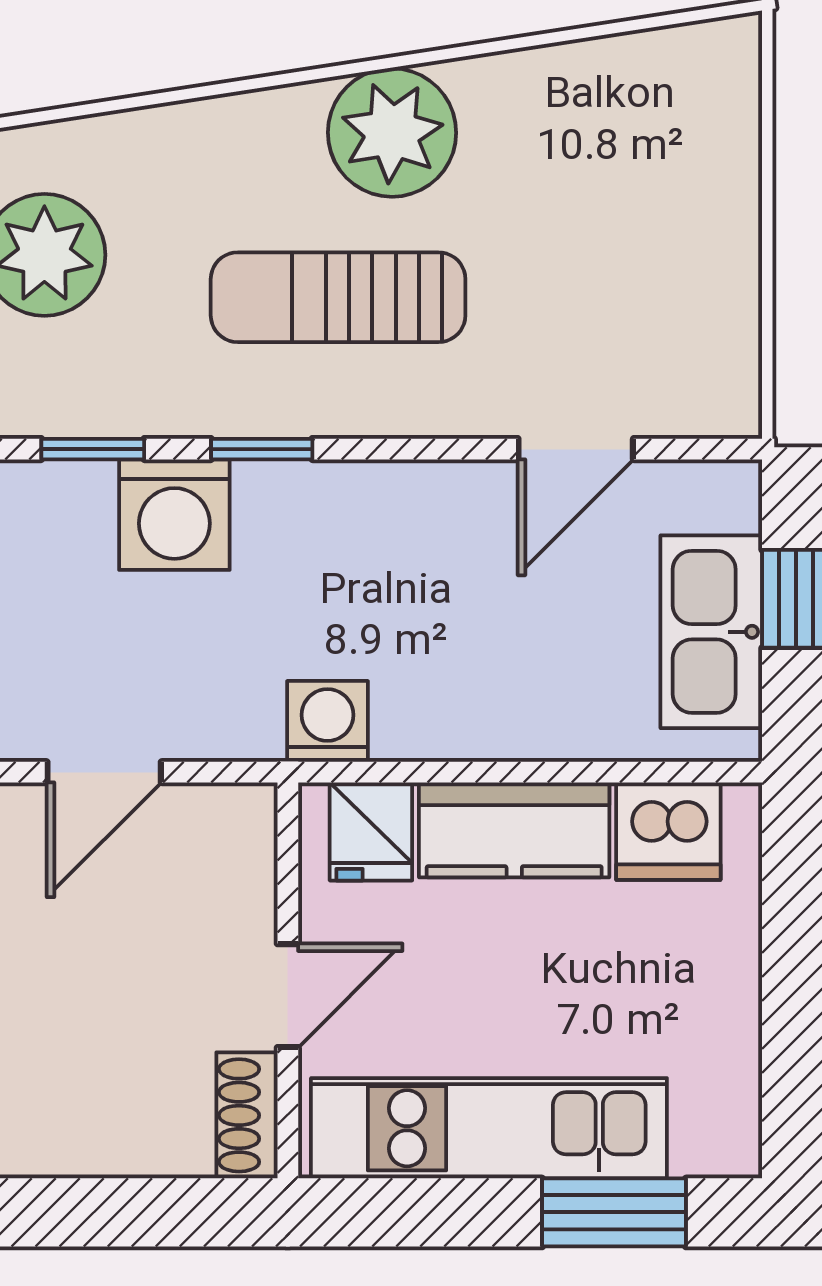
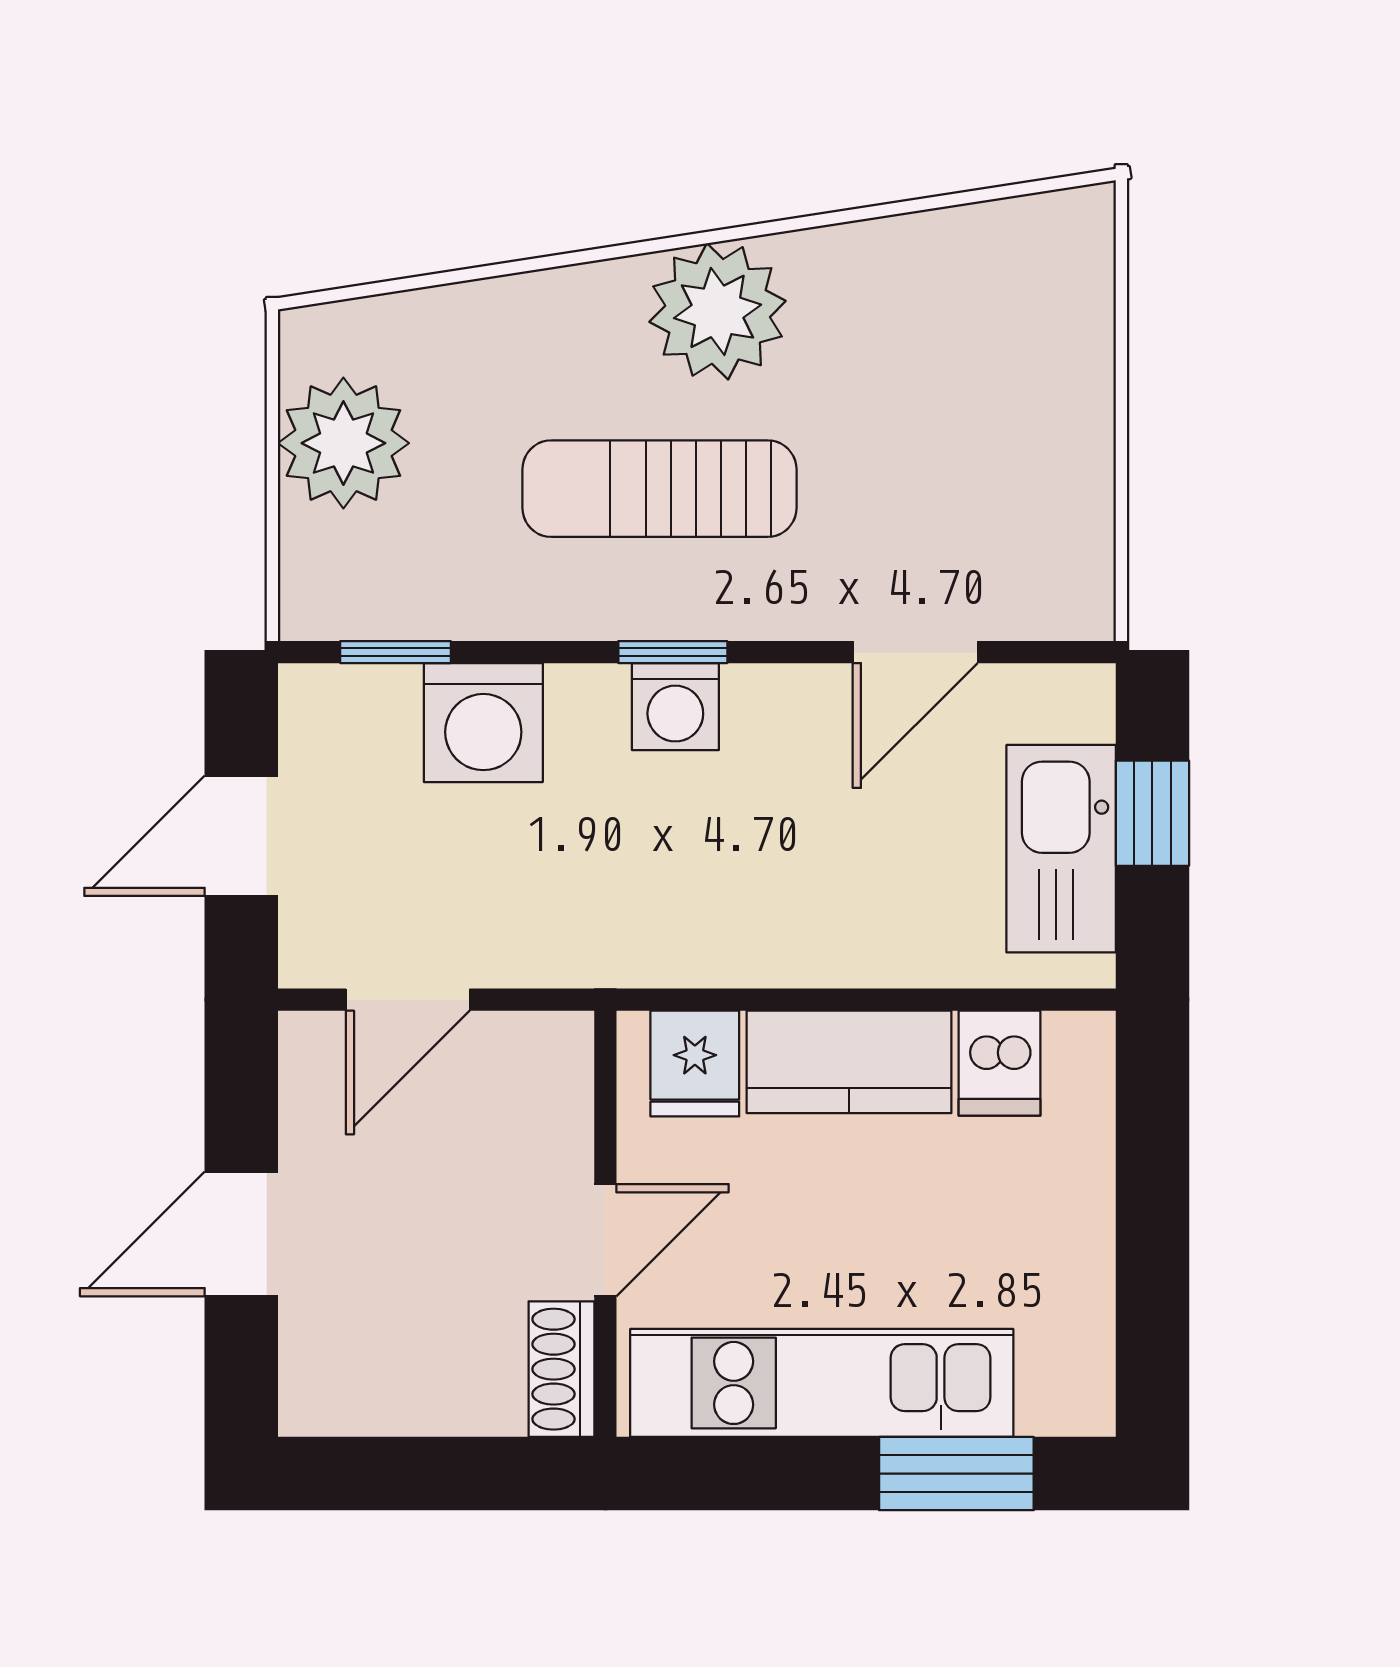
window: (262, 449) -> (673, 652), moved
washing machine: (327, 721) -> (675, 707), moved, turned 180
dishwasher: (668, 831) -> (1000, 1063), width x0.73

